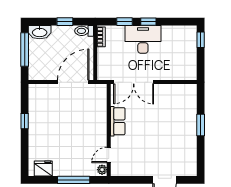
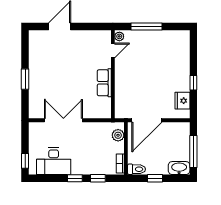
desk: (143, 39) -> (54, 161), moved
plant: (103, 66) -> (118, 135), added
double door: (134, 82) -> (63, 120), moved
fridge: (43, 169) -> (182, 101), moved, turned 90

